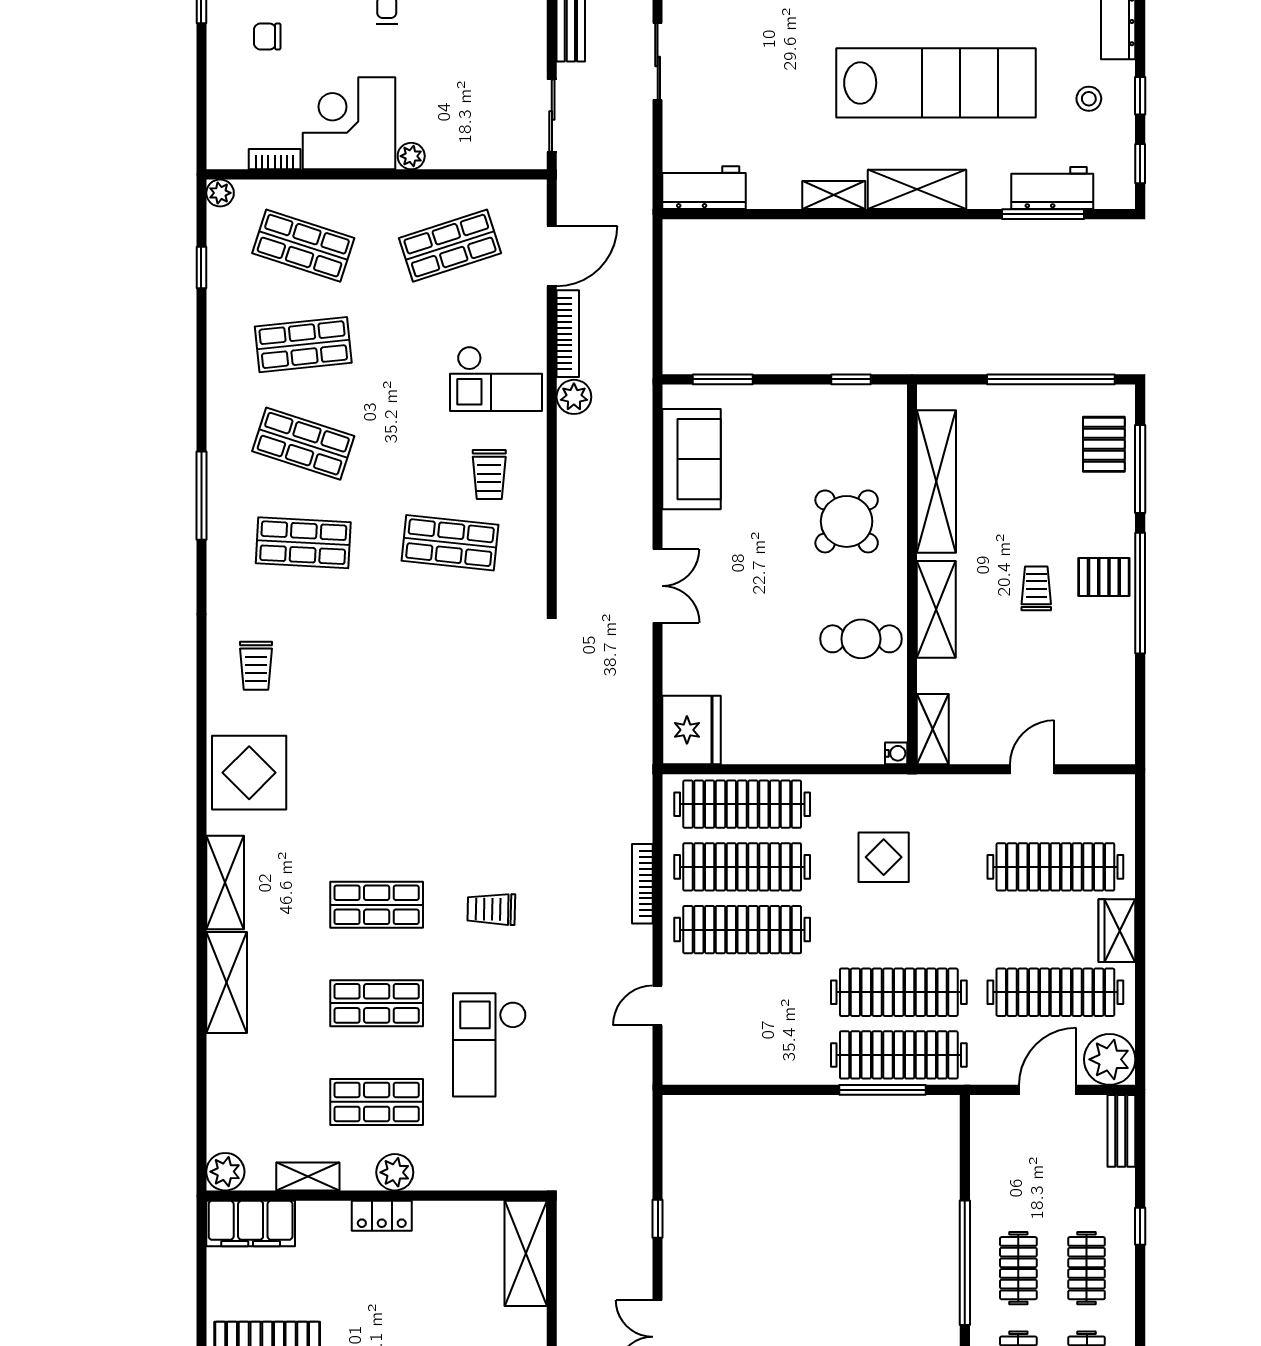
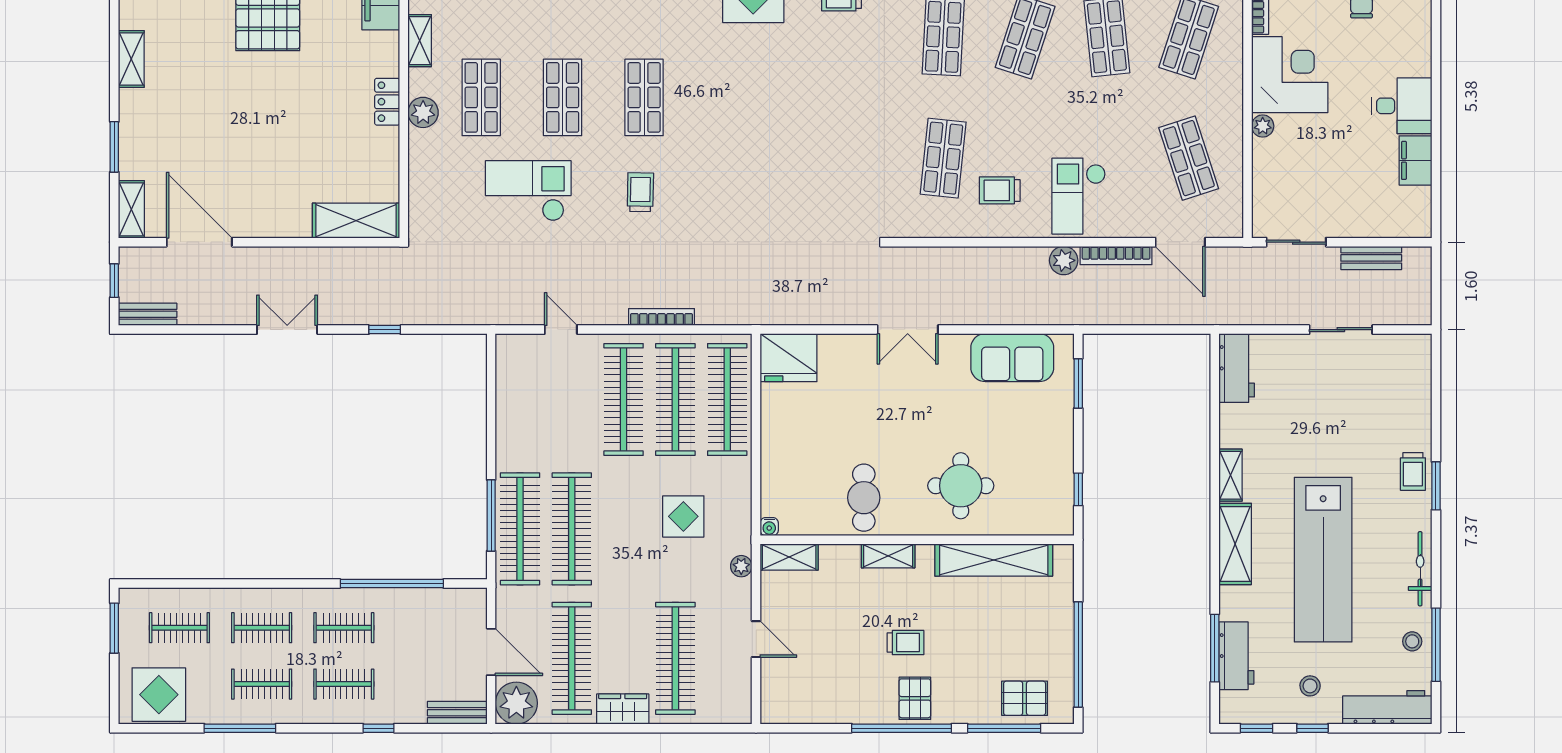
round table: (847, 521) -> (961, 486), turned 45
shelving: (936, 609) -> (888, 556), width x0.67, depth x0.75
plant: (944, 787) -> (741, 566), added
window: (965, 1263) -> (392, 583), moved

